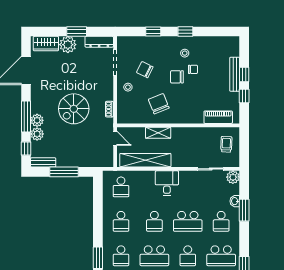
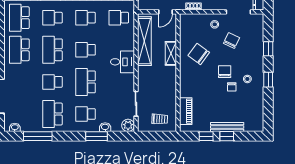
chair: (159, 104) -> (199, 54), turned -122

